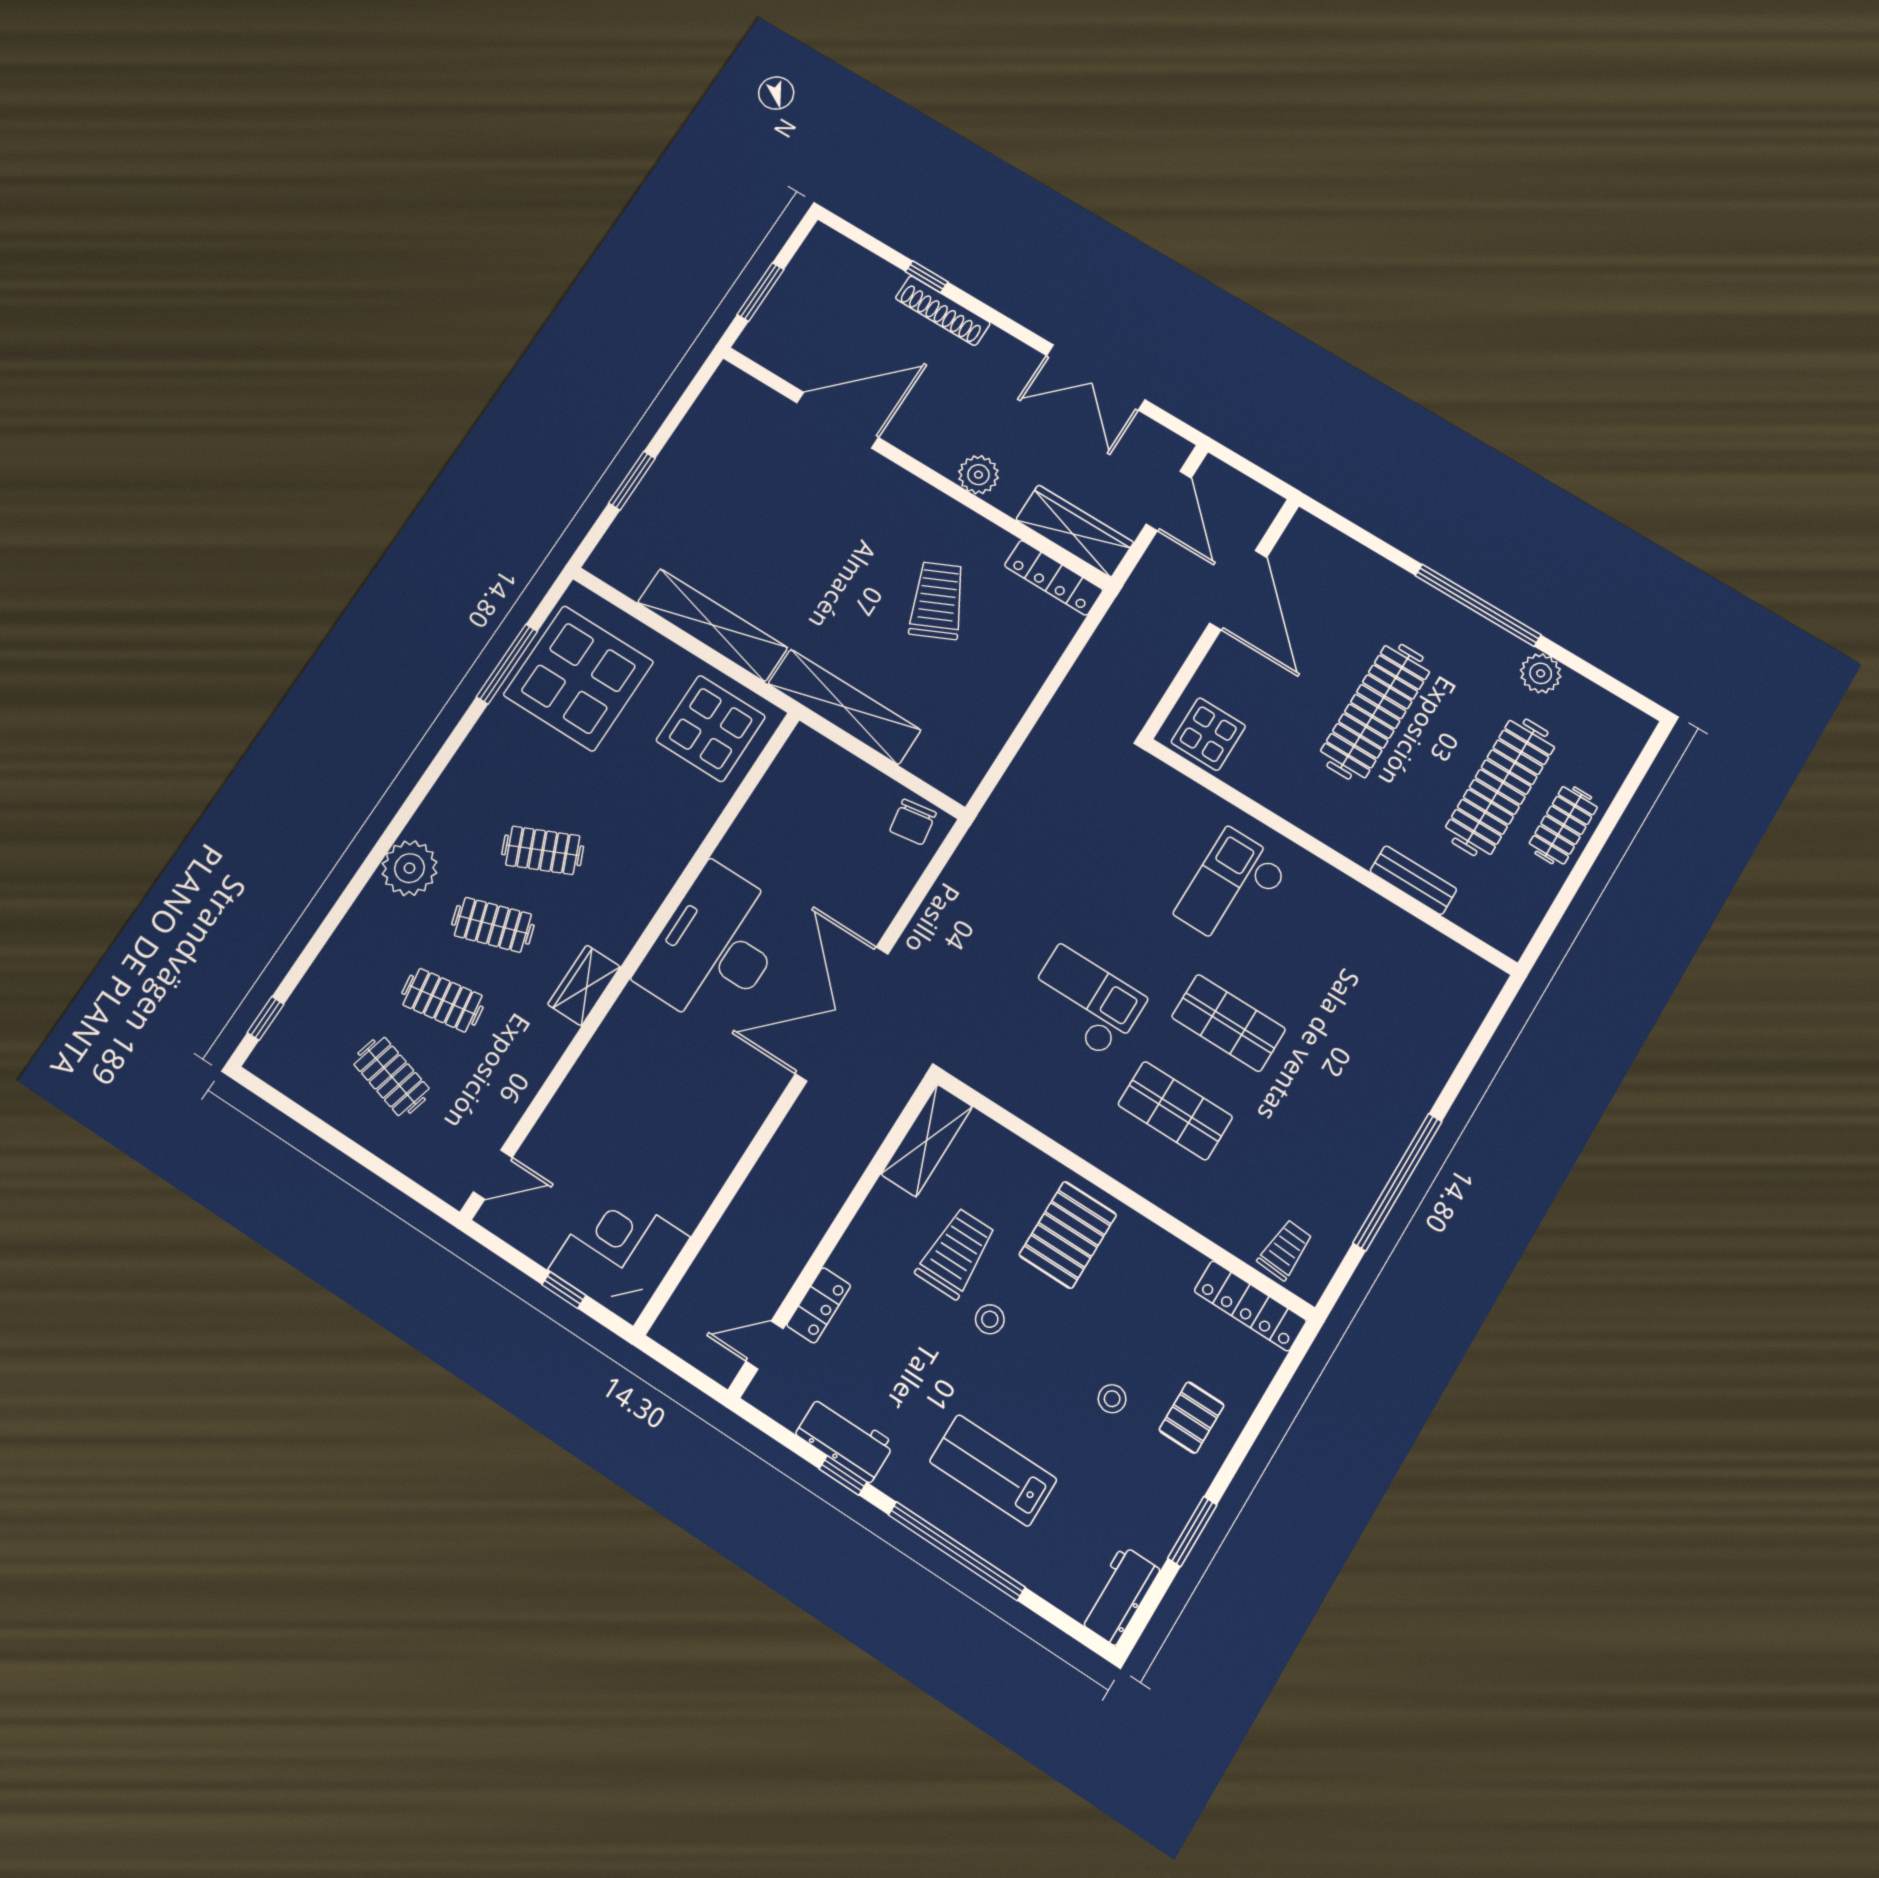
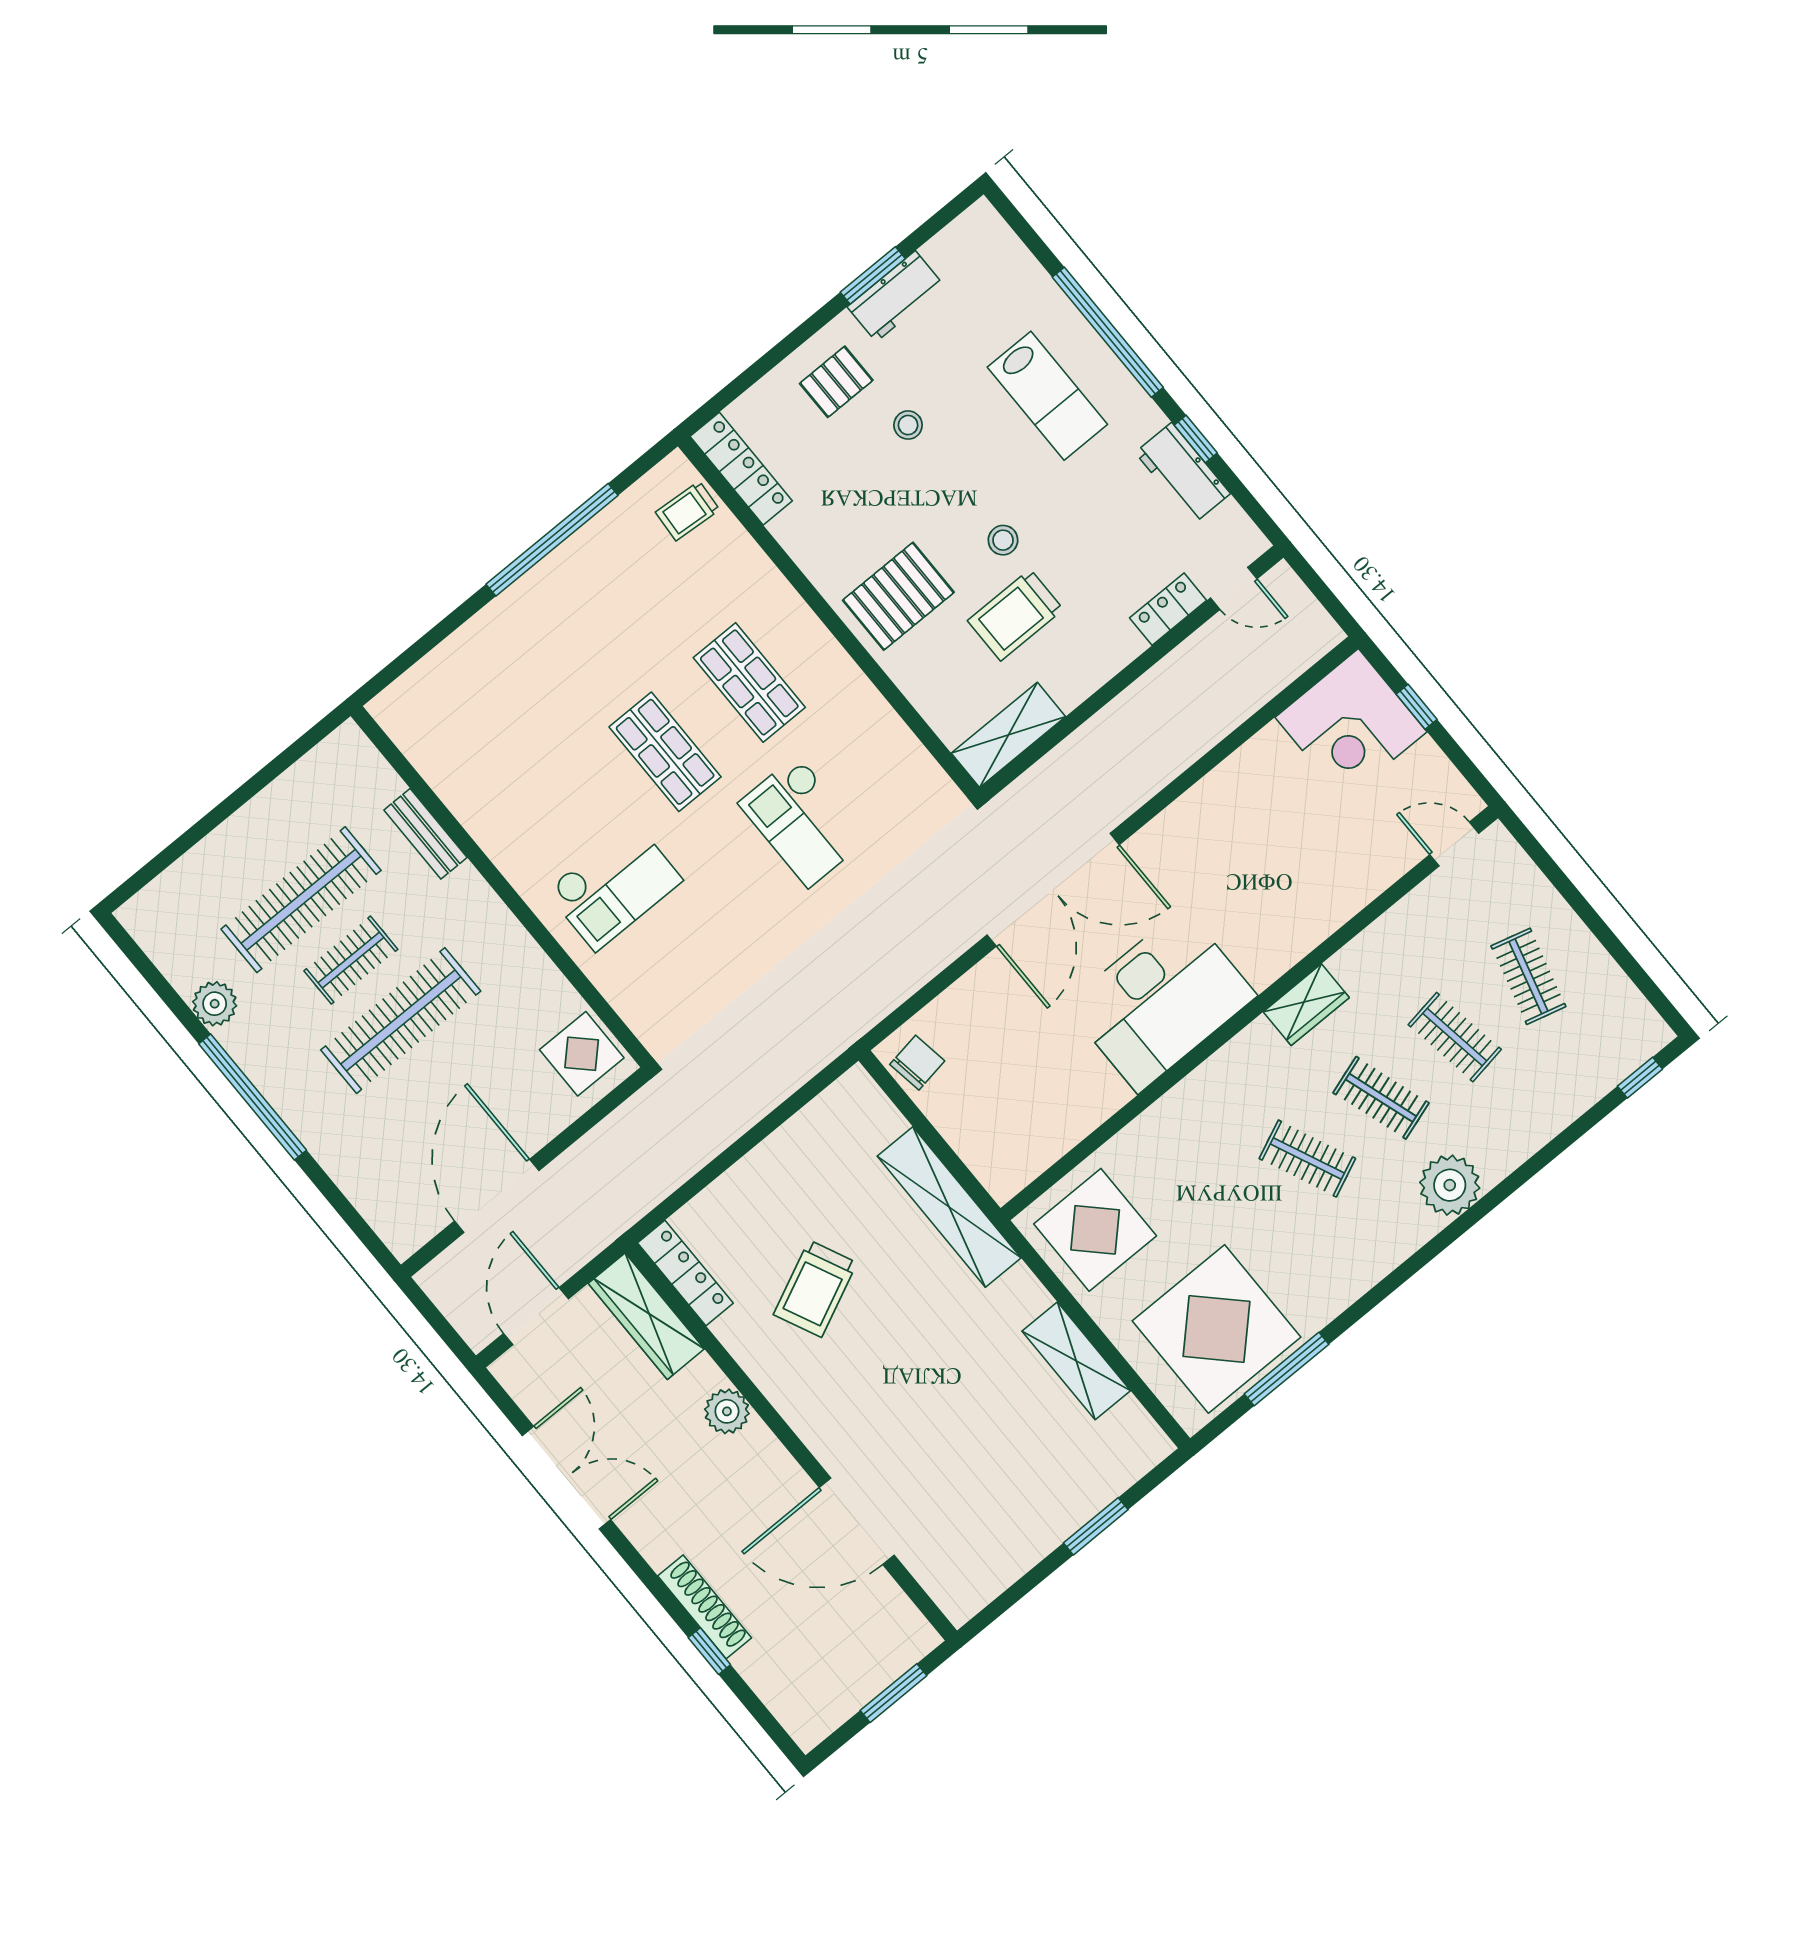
shelving: (712, 625) -> (1076, 1361), width x0.68
clothes rail: (1563, 825) -> (351, 960), moved
workbench: (1119, 1595) -> (896, 296), moved

